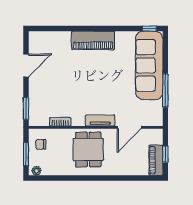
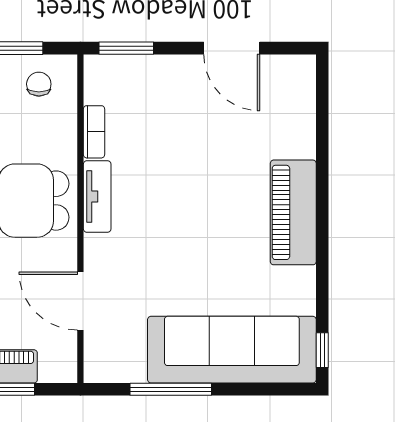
tv unit: (100, 120) -> (97, 196), moved

